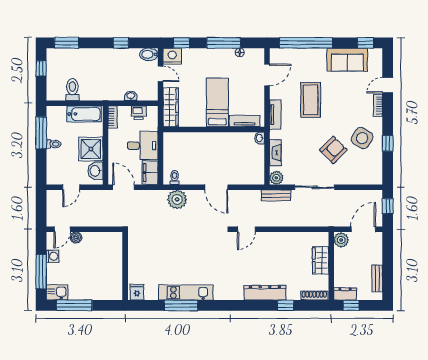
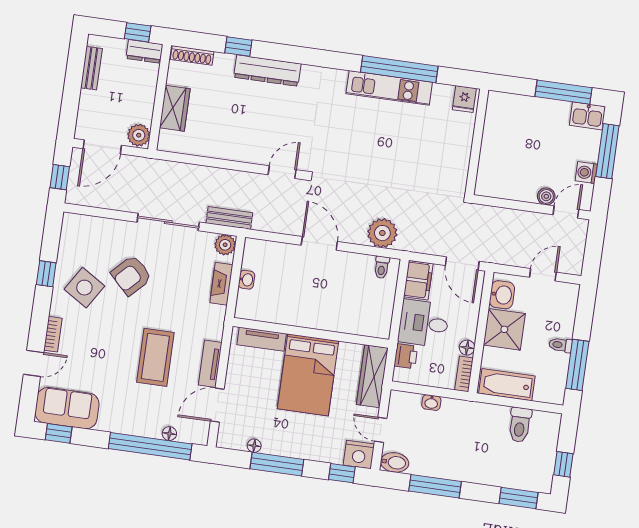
window: (121, 43) -> (435, 486), width x2.17
floor lamp: (295, 53) -> (169, 434), added
sofa: (347, 60) -> (67, 408), moved
bed: (217, 102) -> (308, 375), width x1.50
printer: (139, 113) -> (406, 356), moved, turned 90
tv unit: (275, 115) -> (210, 364), moved
floor lamp: (113, 134) -> (467, 348), added
washbasin: (260, 138) -> (247, 280), moved
window: (181, 305) -> (399, 69), width x1.46

